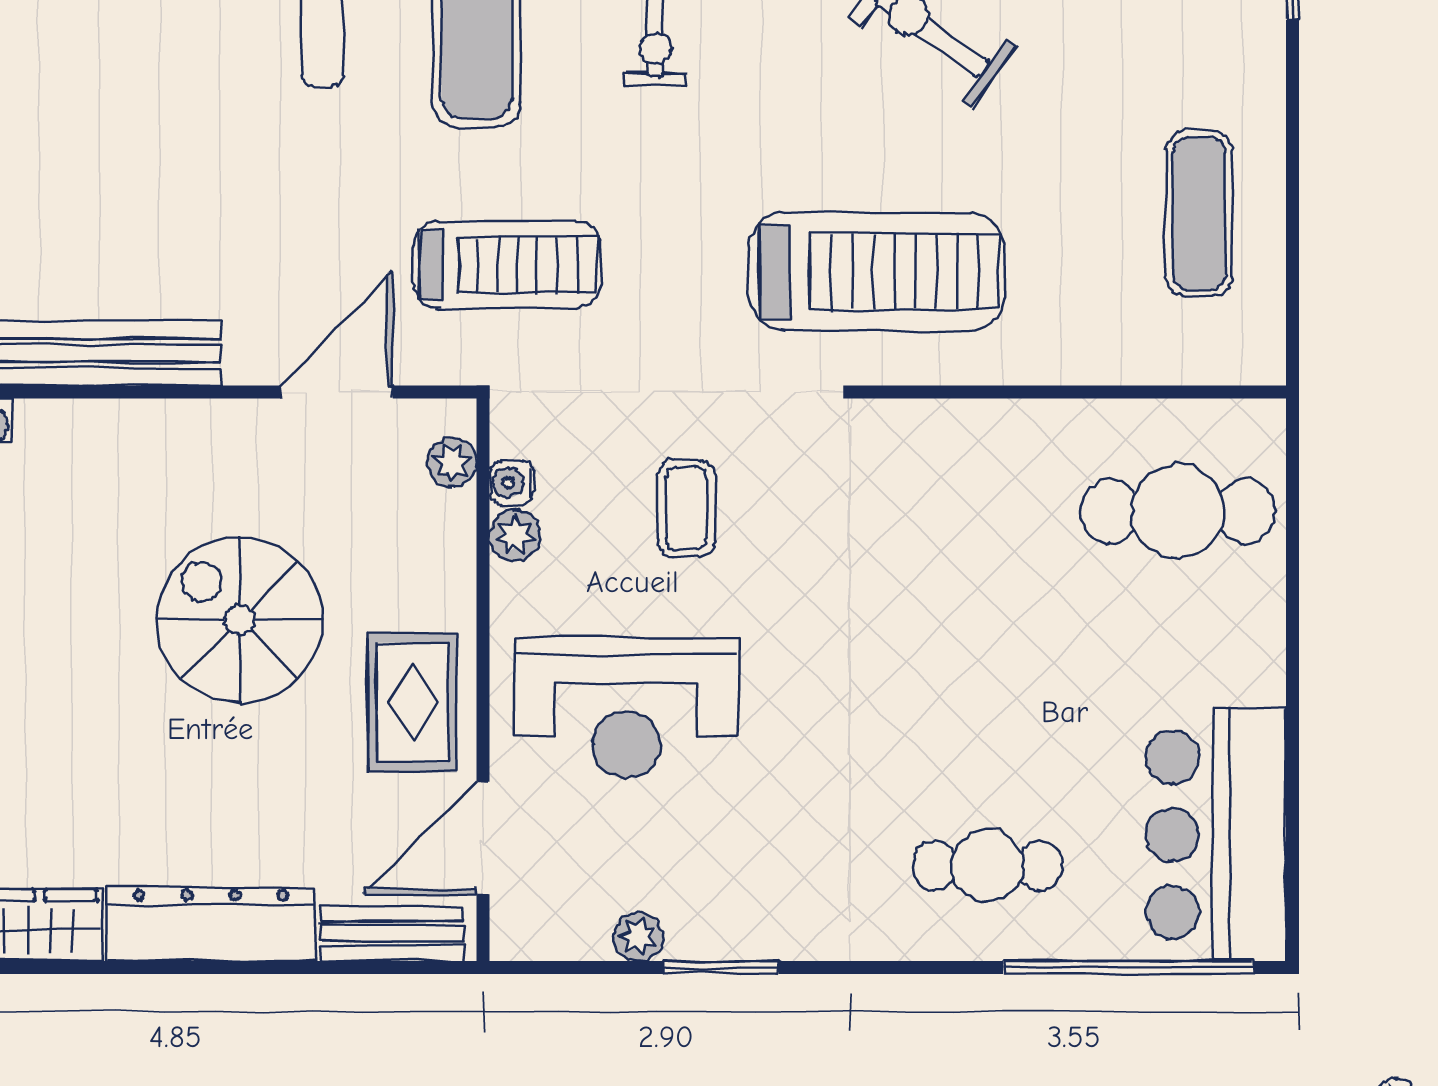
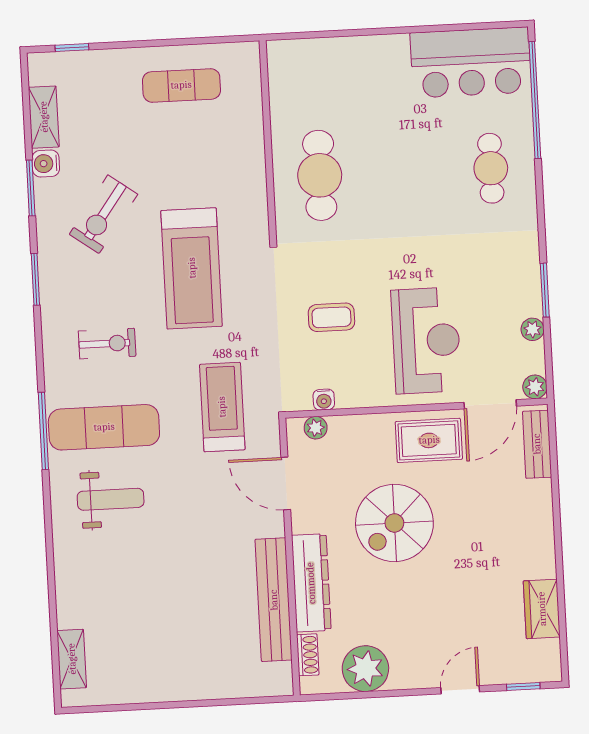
treadmill: (877, 271) -> (192, 268), moved, turned 180
cafe table: (1177, 511) -> (320, 175), moved
plant: (515, 536) -> (535, 387), moved
door: (483, 838) -> (490, 404), hinge flipped
dresser: (211, 924) -> (311, 583), moved, turned 180

